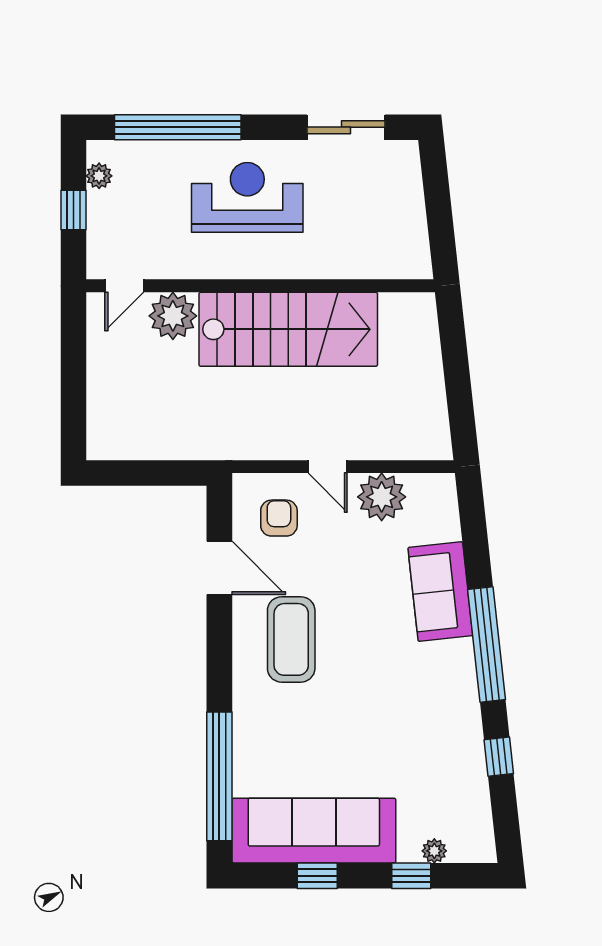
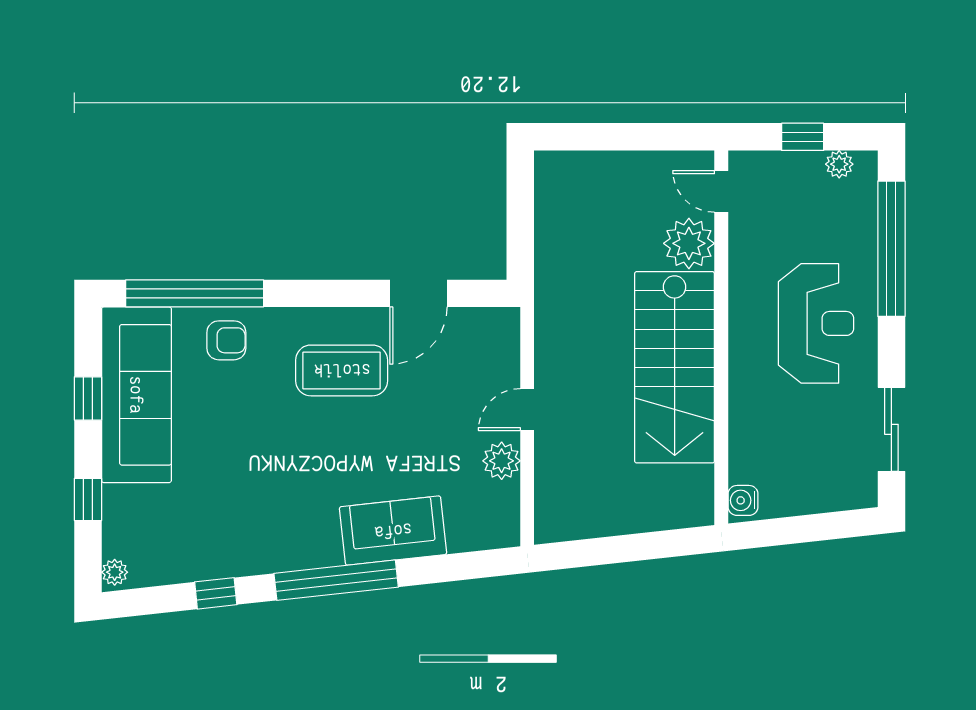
water cooler: (412, 266) -> (743, 500), added
plant: (382, 497) -> (502, 461), width x0.73, depth x0.73
armchair: (279, 518) -> (226, 340), moved
plant: (434, 851) -> (115, 572), moved

